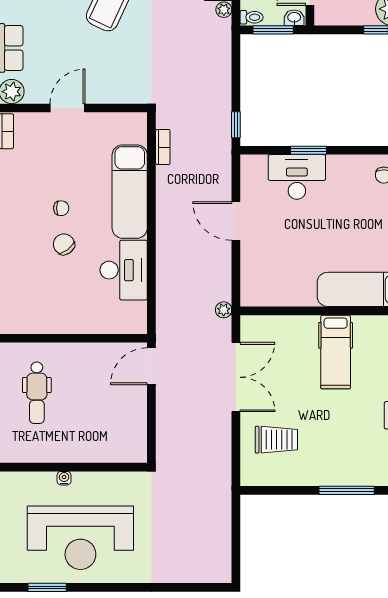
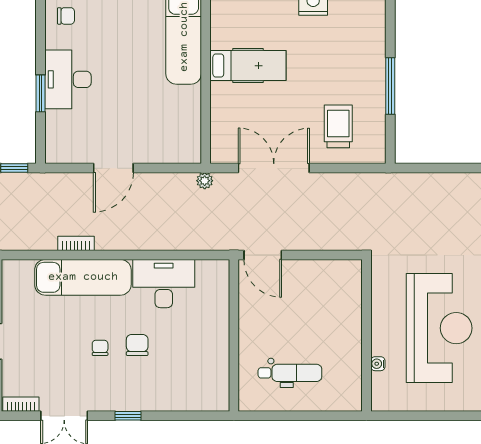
bookcase: (163, 147) -> (76, 243), moved
desk: (297, 177) -> (68, 79), moved
chair: (64, 244) -> (137, 345), turned 127
water cooler: (64, 478) -> (378, 364), moved
window: (347, 490) -> (390, 86), moved

